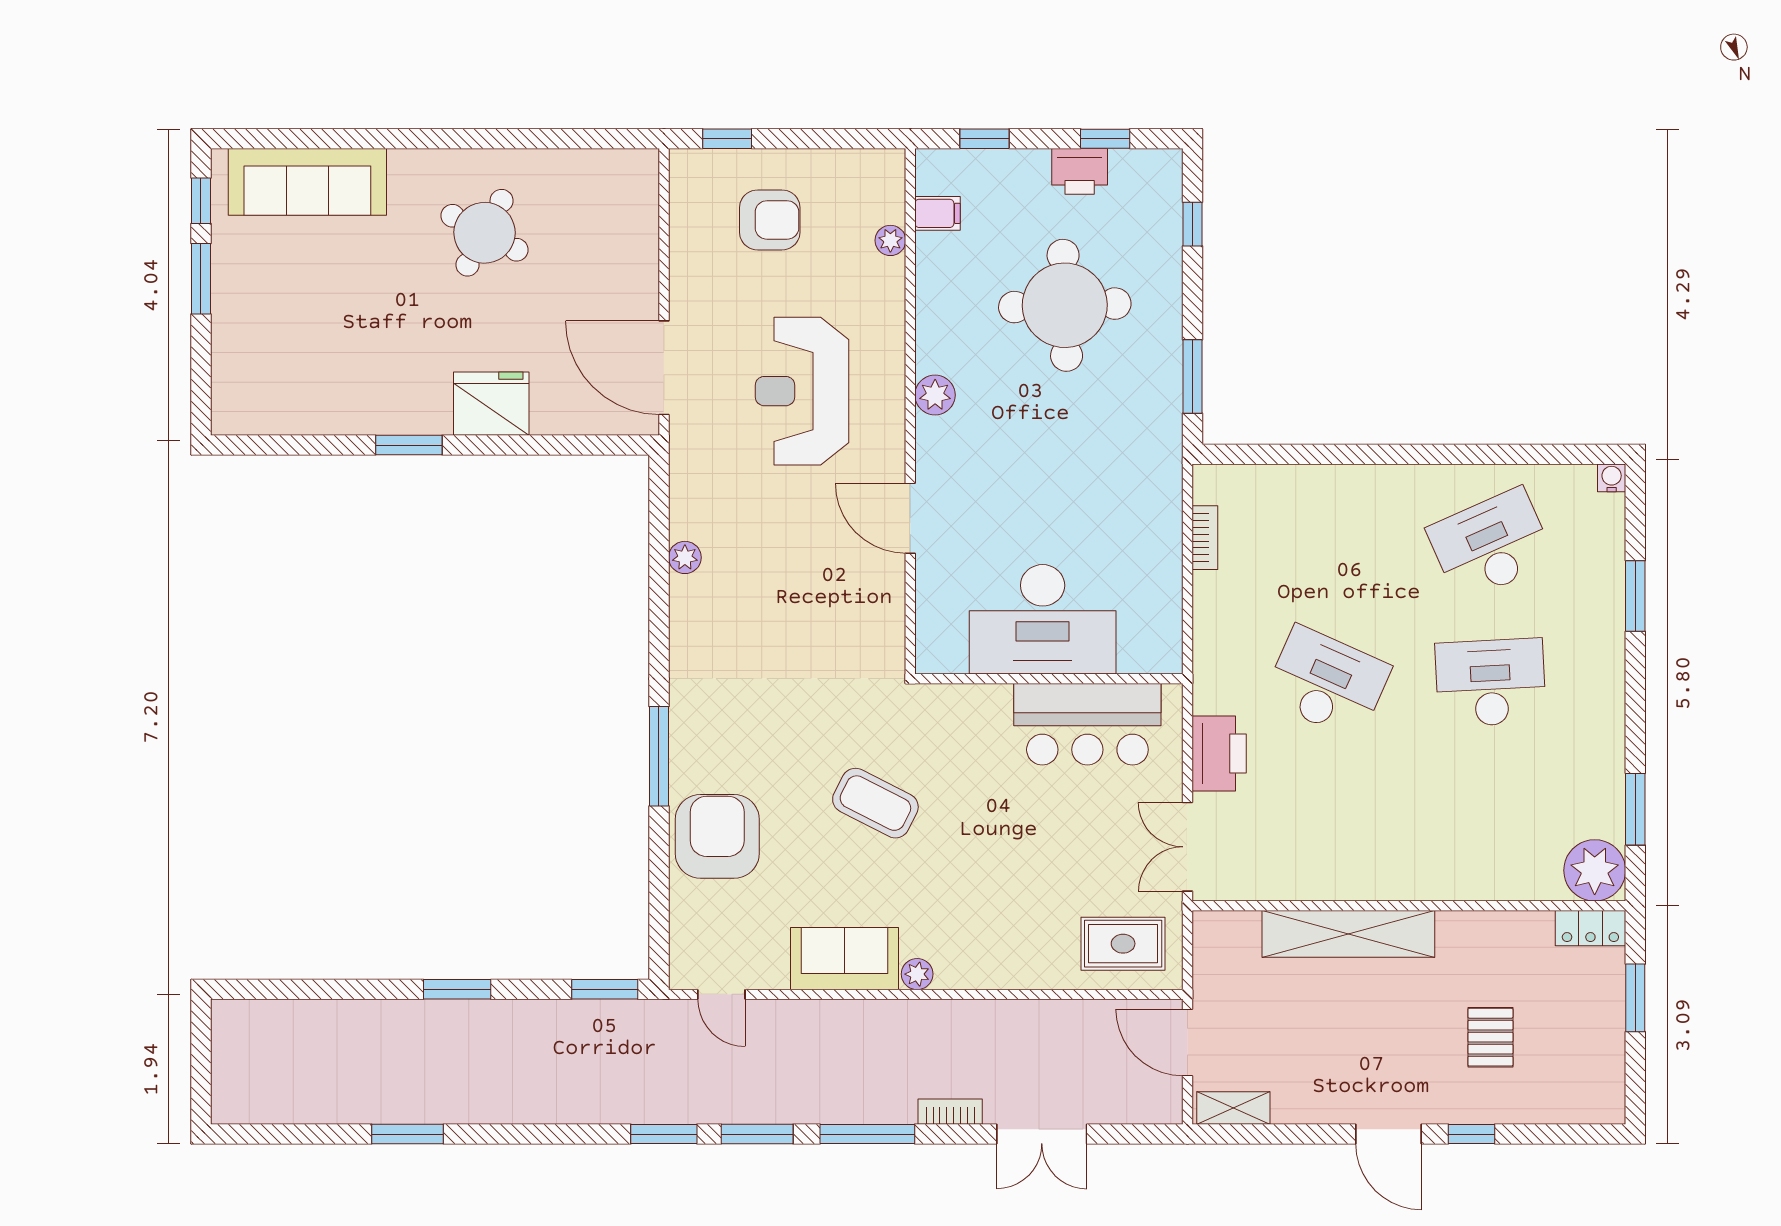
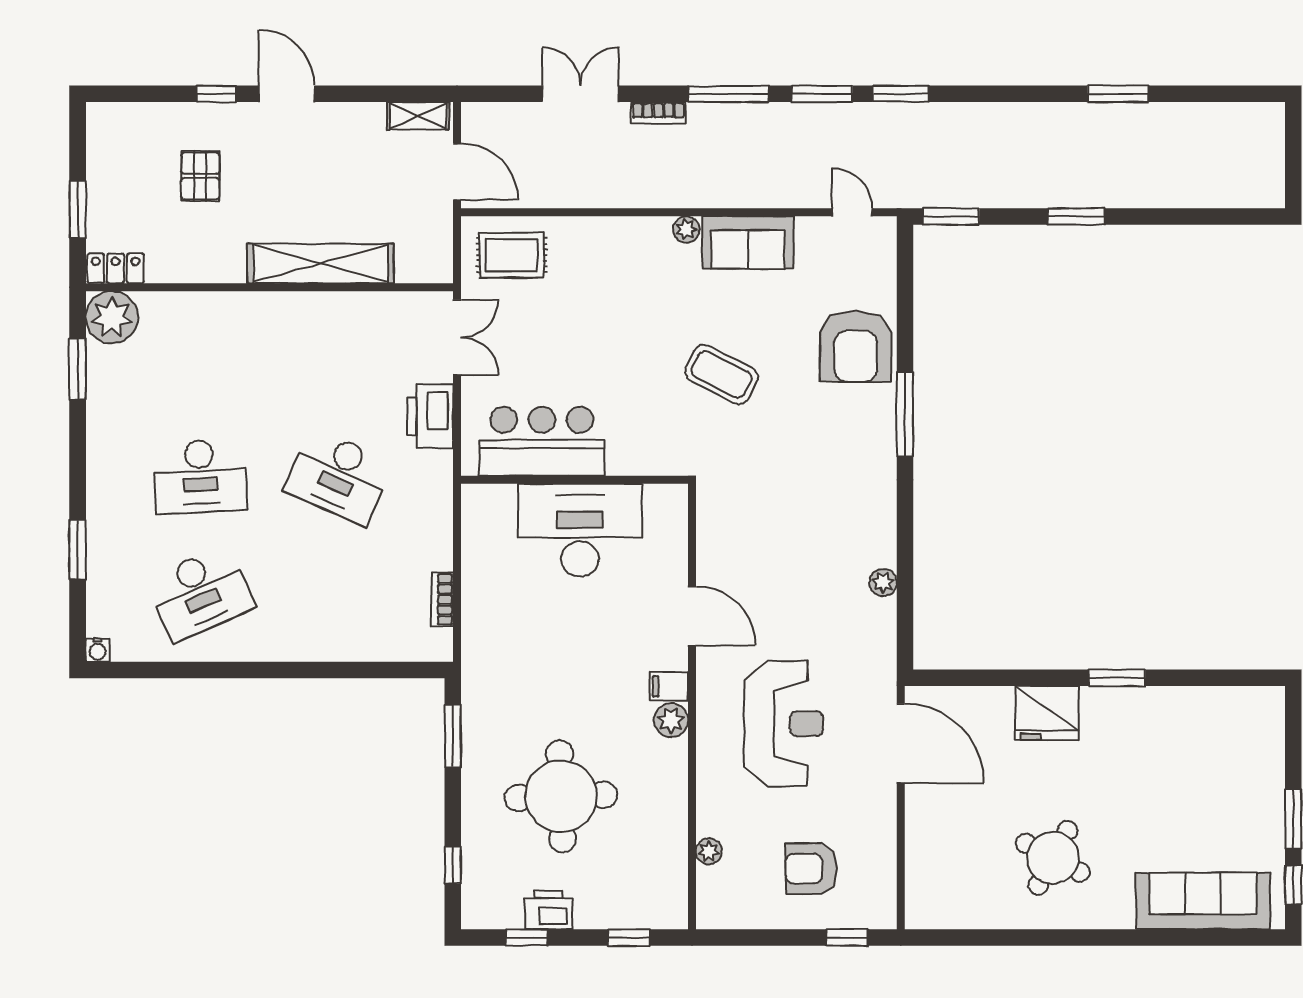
filing cabinet: (938, 213) -> (669, 686), moved

